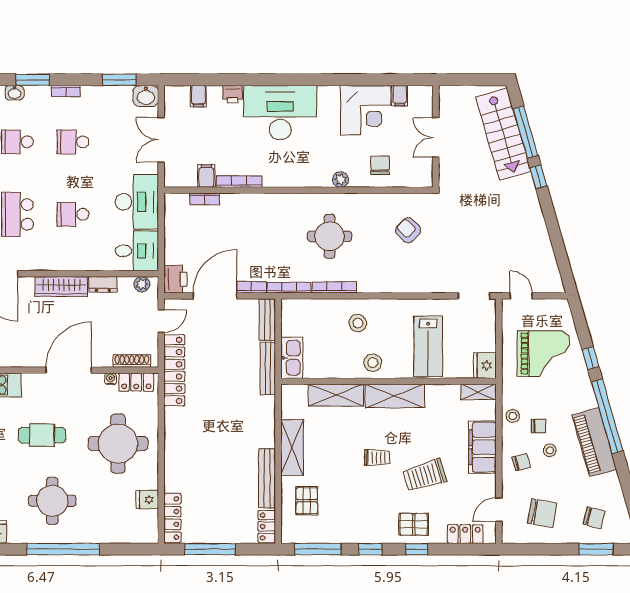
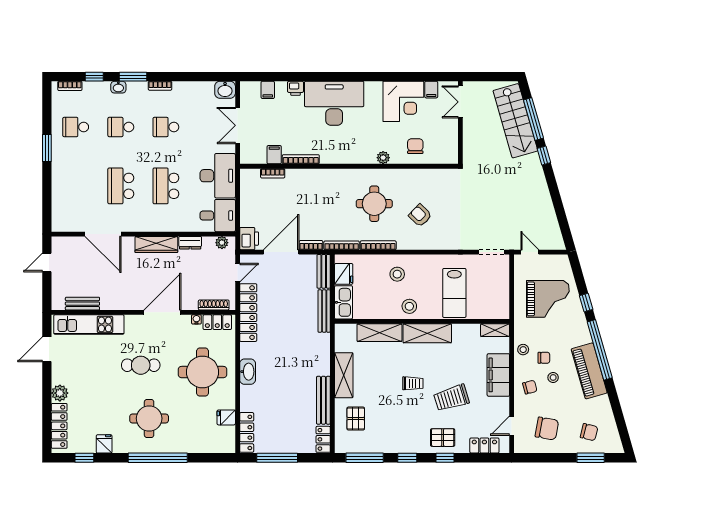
window: (119, 80) -> (204, 77), removed
double door: (436, 137) -> (460, 102), moved
school desk: (73, 214) -> (166, 186), width x1.85
armchair: (408, 230) -> (420, 216), moved
fridge: (485, 366) -> (344, 274), moved, turned 180
washbasin: (174, 443) -> (248, 372), added

